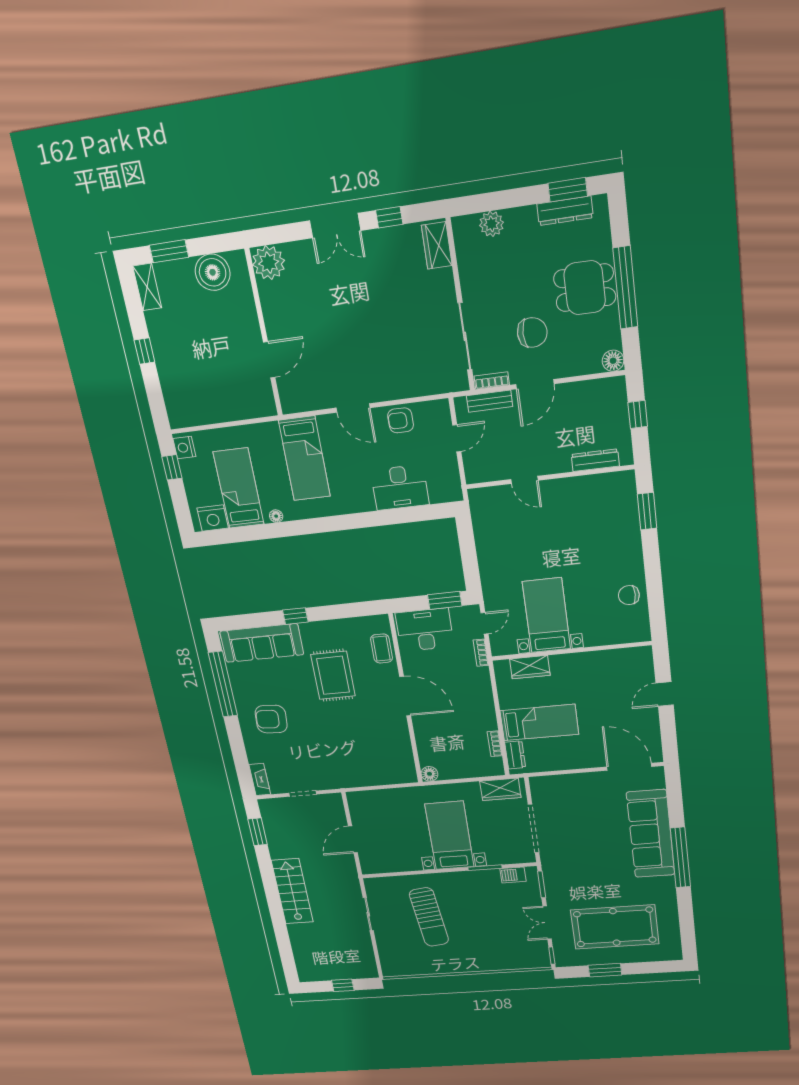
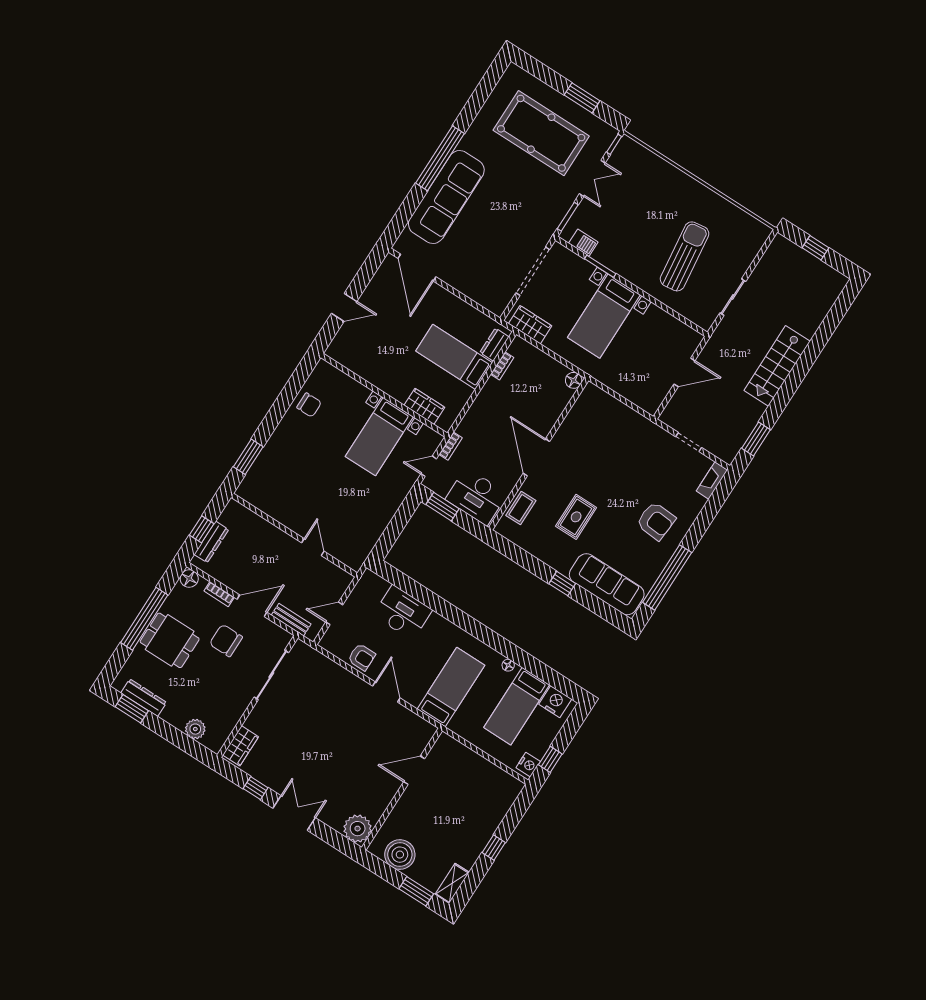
bookcase: (492, 380) -> (219, 594), moved
dresser: (595, 460) -> (211, 542), moved, turned -90
rug: (333, 675) -> (576, 517), width x0.73, depth x0.70

